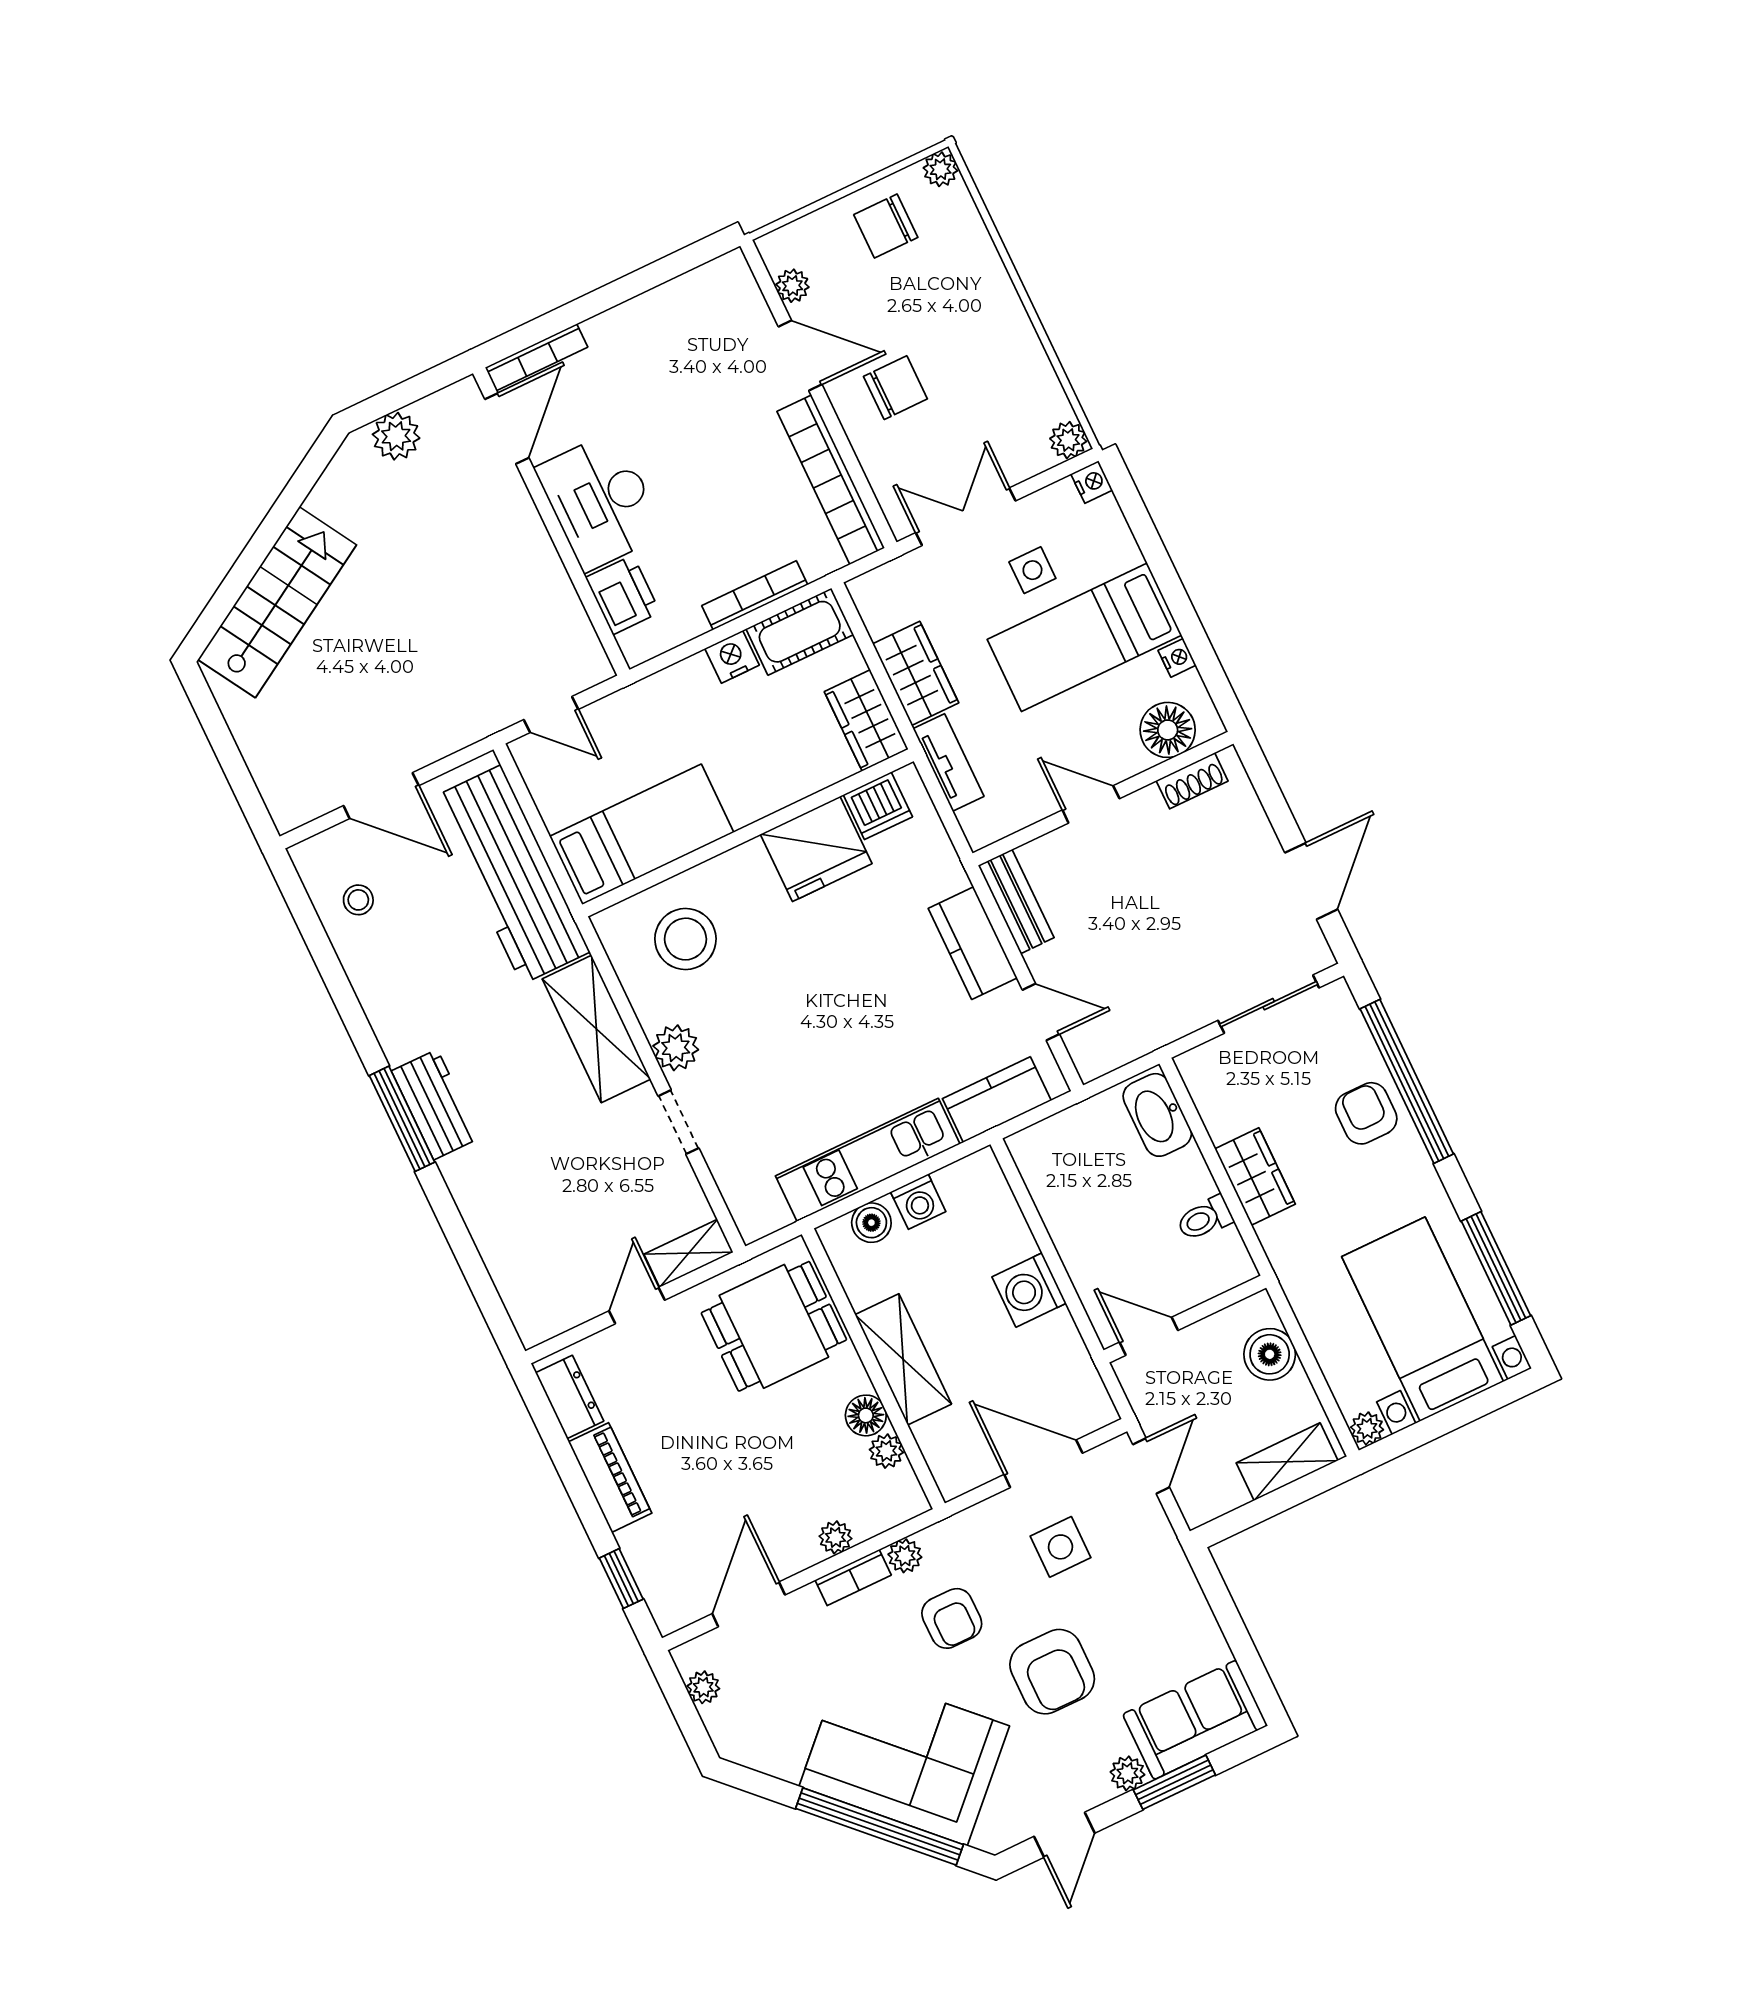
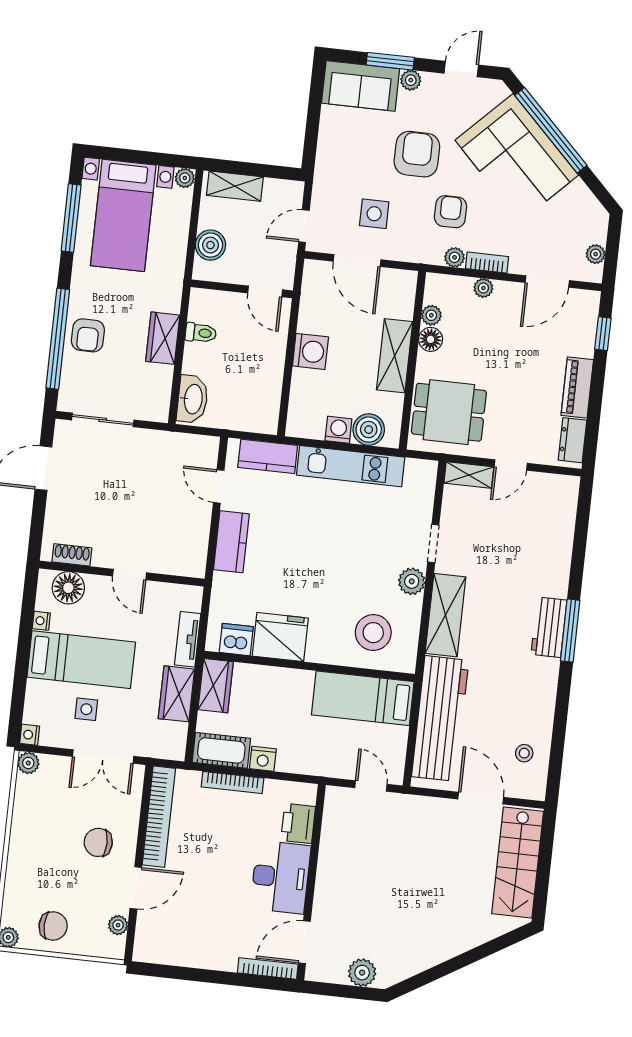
door: (800, 355) -> (136, 888), swing flipped
stairs: (277, 602) -> (518, 862), moved, turned -59
bench: (1016, 902) -> (197, 549), removed
boiler: (871, 1223) -> (369, 430), width x1.36, depth x1.36

